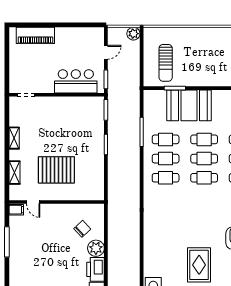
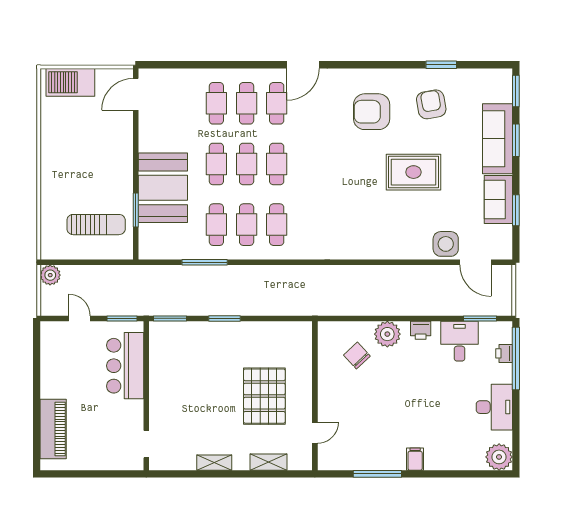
filing cabinet: (16, 210) -> (415, 459), moved
printer: (96, 269) -> (421, 330), width x0.53, depth x0.68

